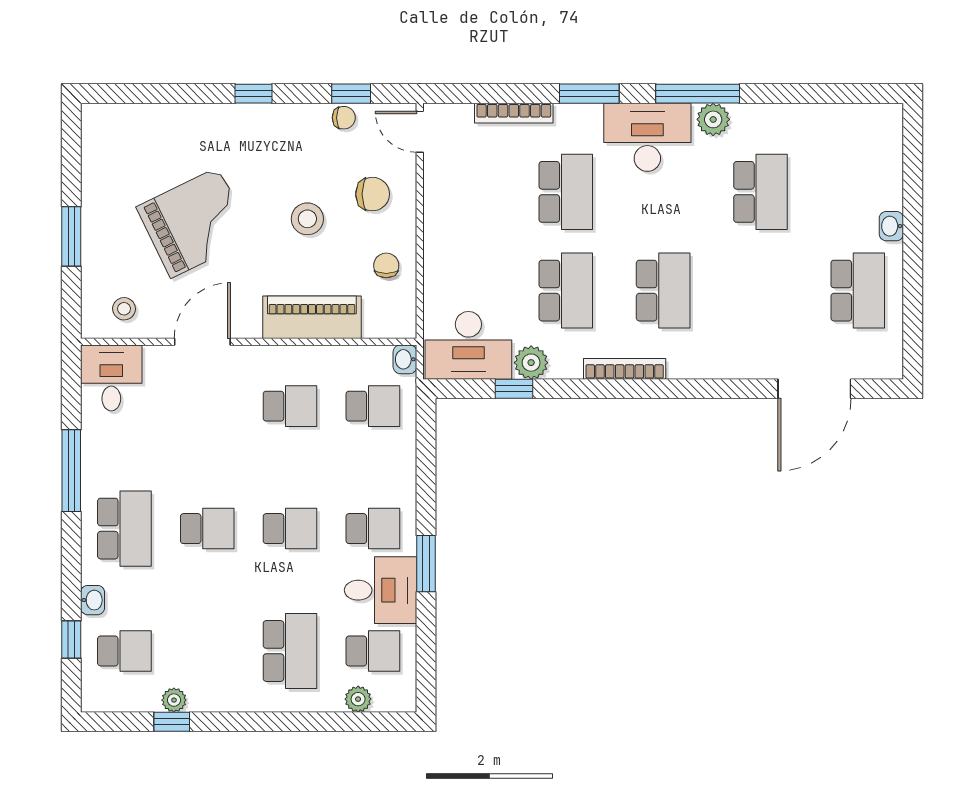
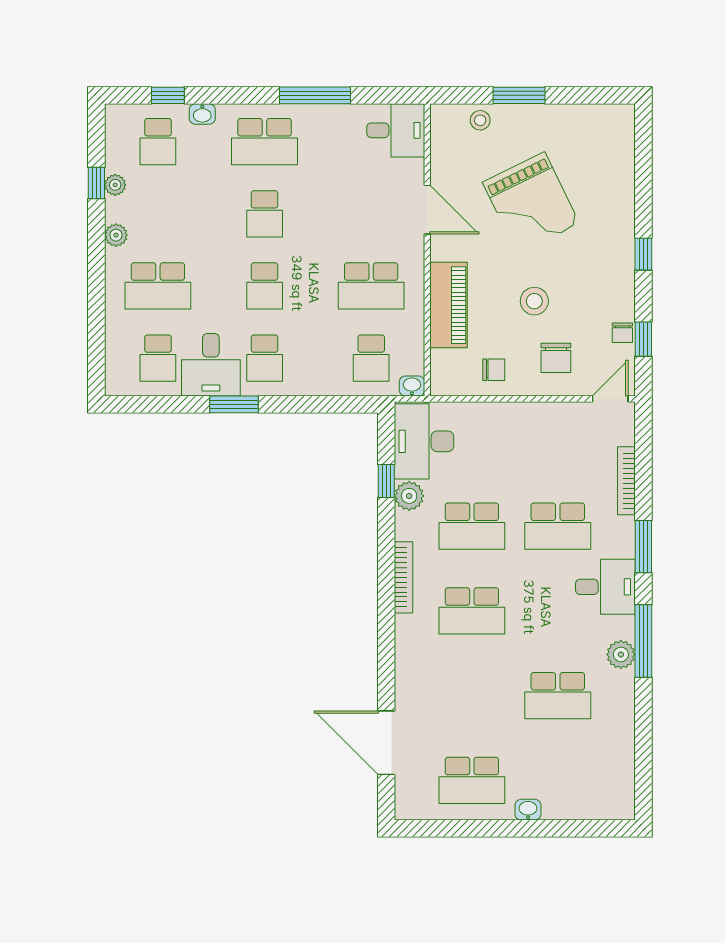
desk: (647, 137) -> (605, 587), width x0.73
stool: (124, 309) -> (480, 120), moved
school desk: (290, 406) -> (371, 286), width x1.85
plant: (358, 699) -> (116, 235), moved

